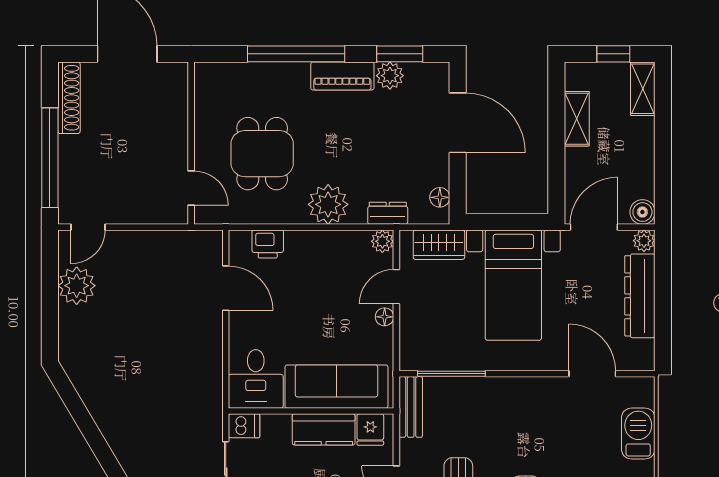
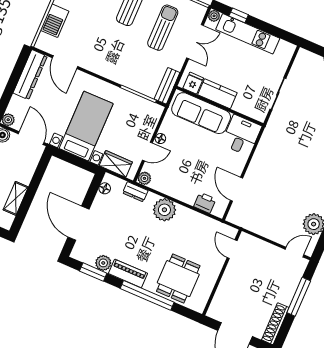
dining table: (262, 154) -> (178, 279), moved
window: (50, 158) -> (299, 297), width x0.68
door: (594, 227) -> (31, 138), swing flipped
dresser: (640, 296) -> (30, 75), moved
dishwasher: (244, 426) -> (258, 113), removed

